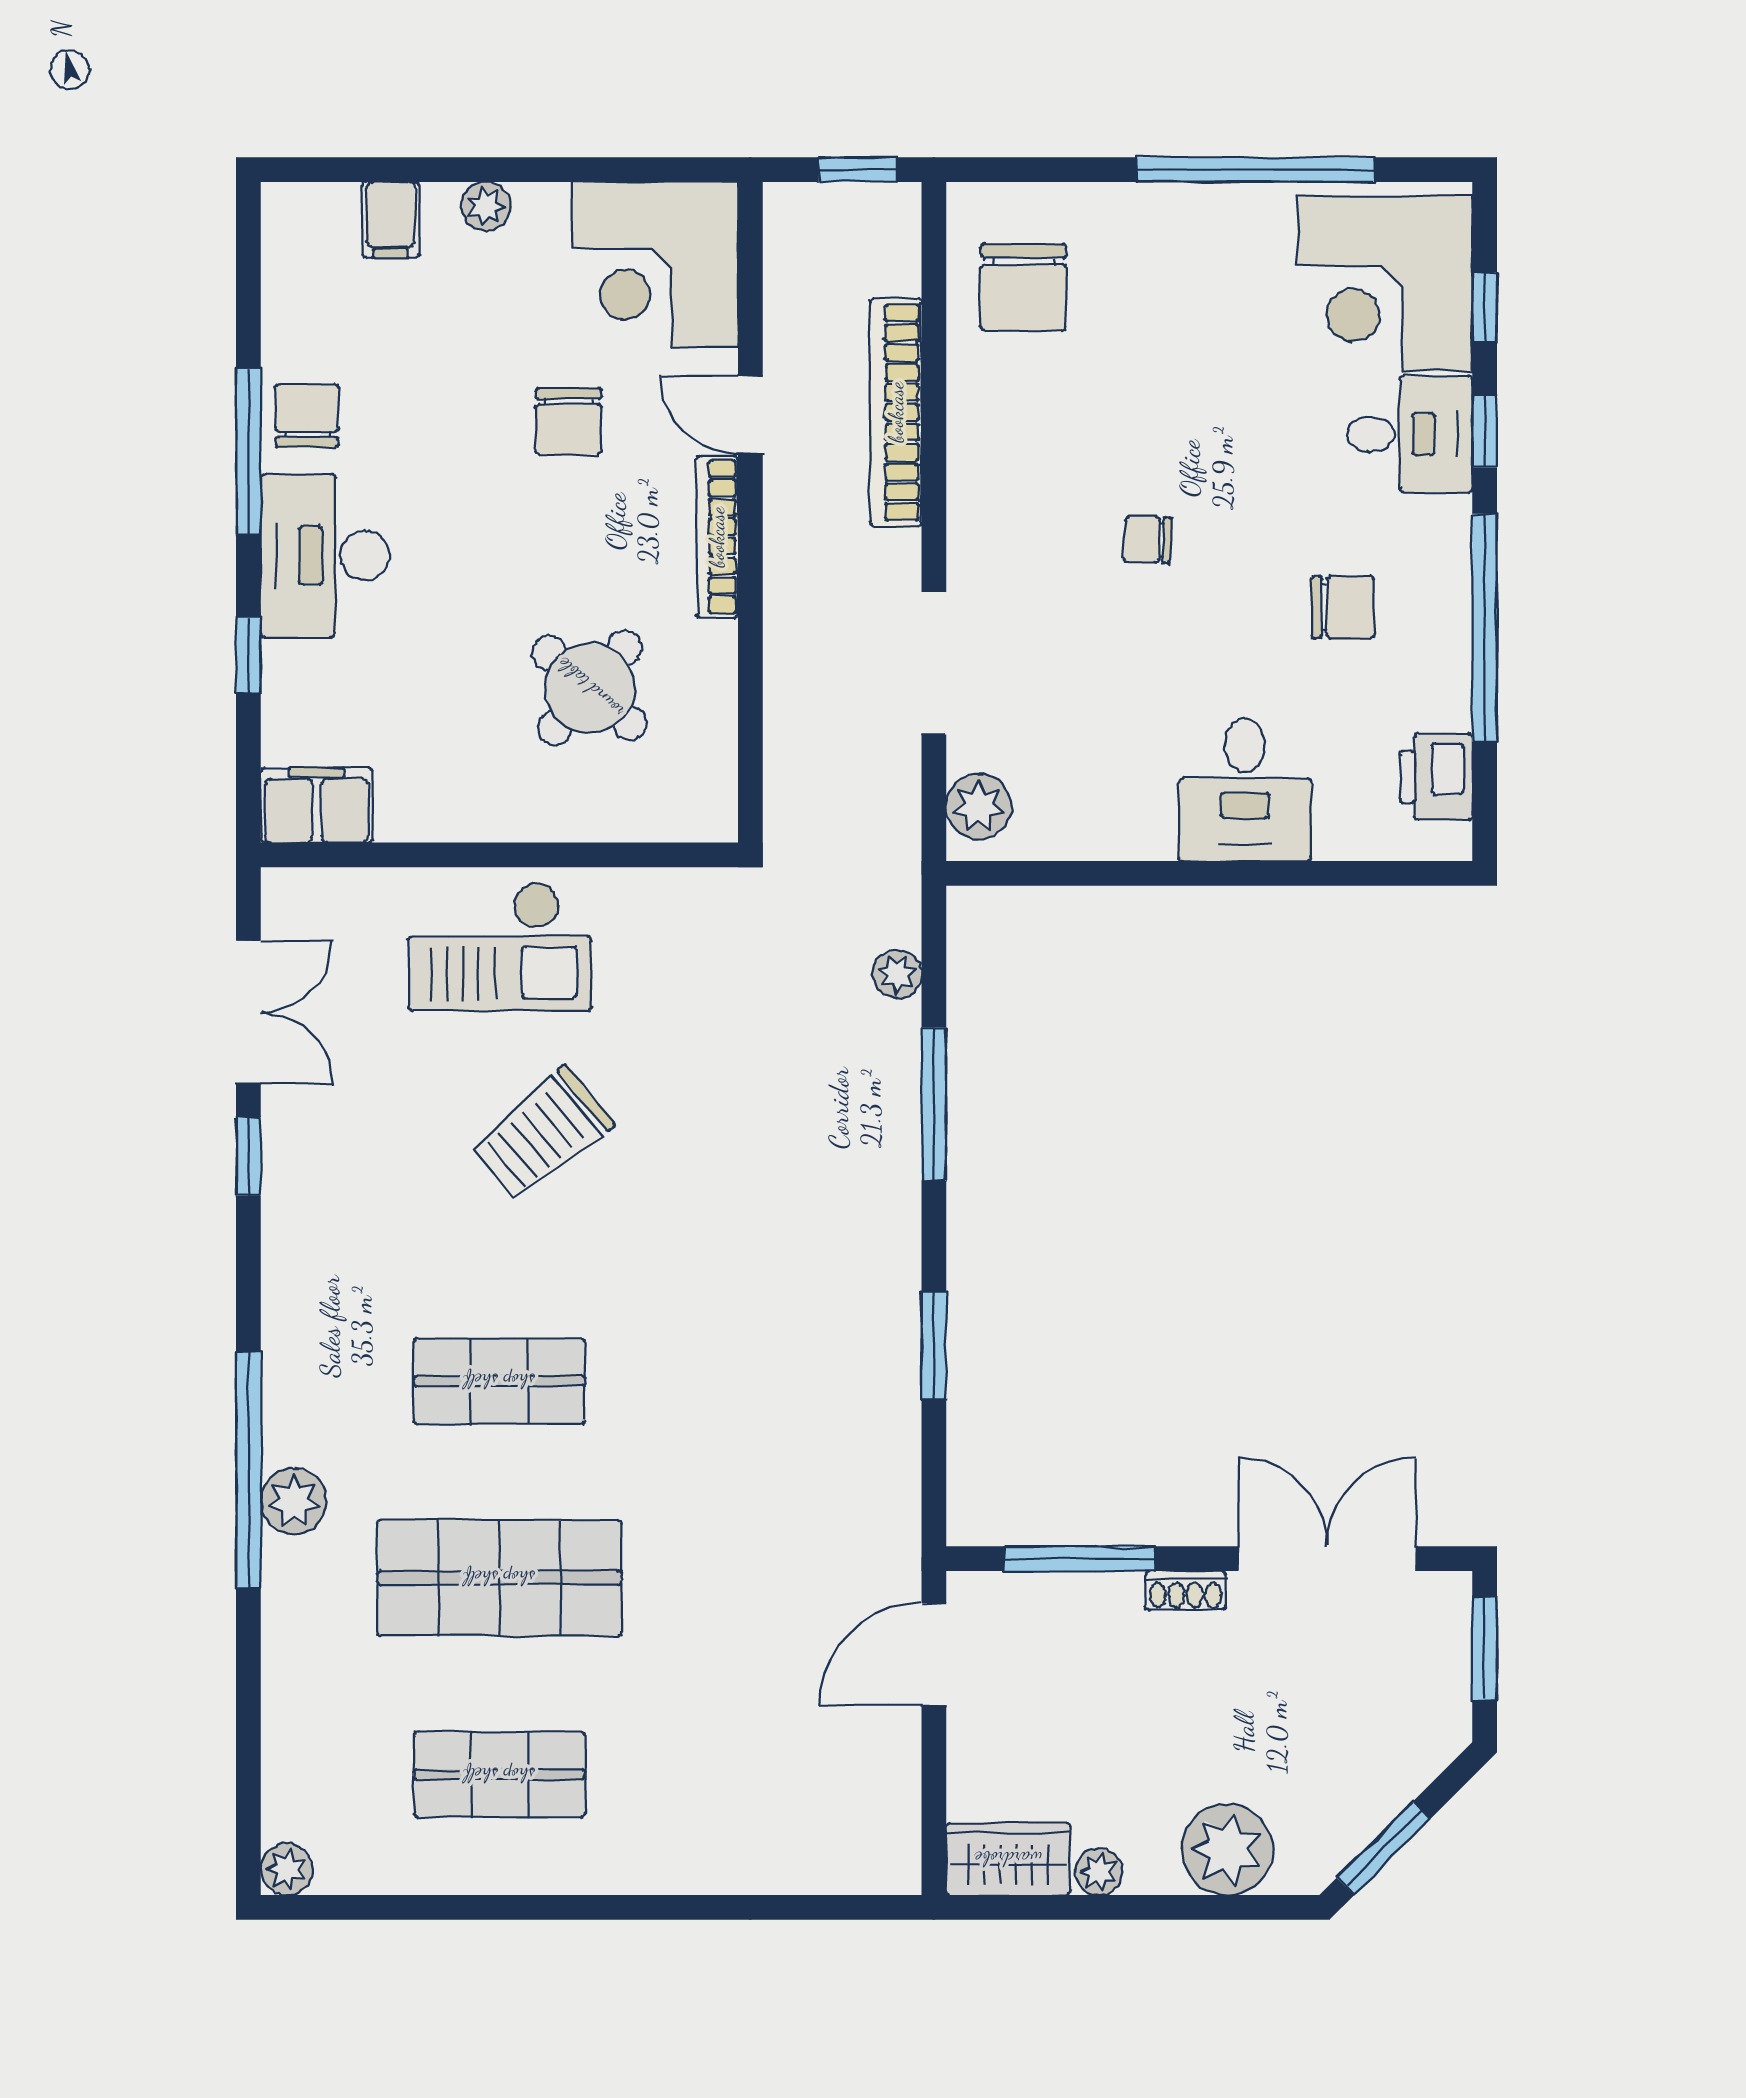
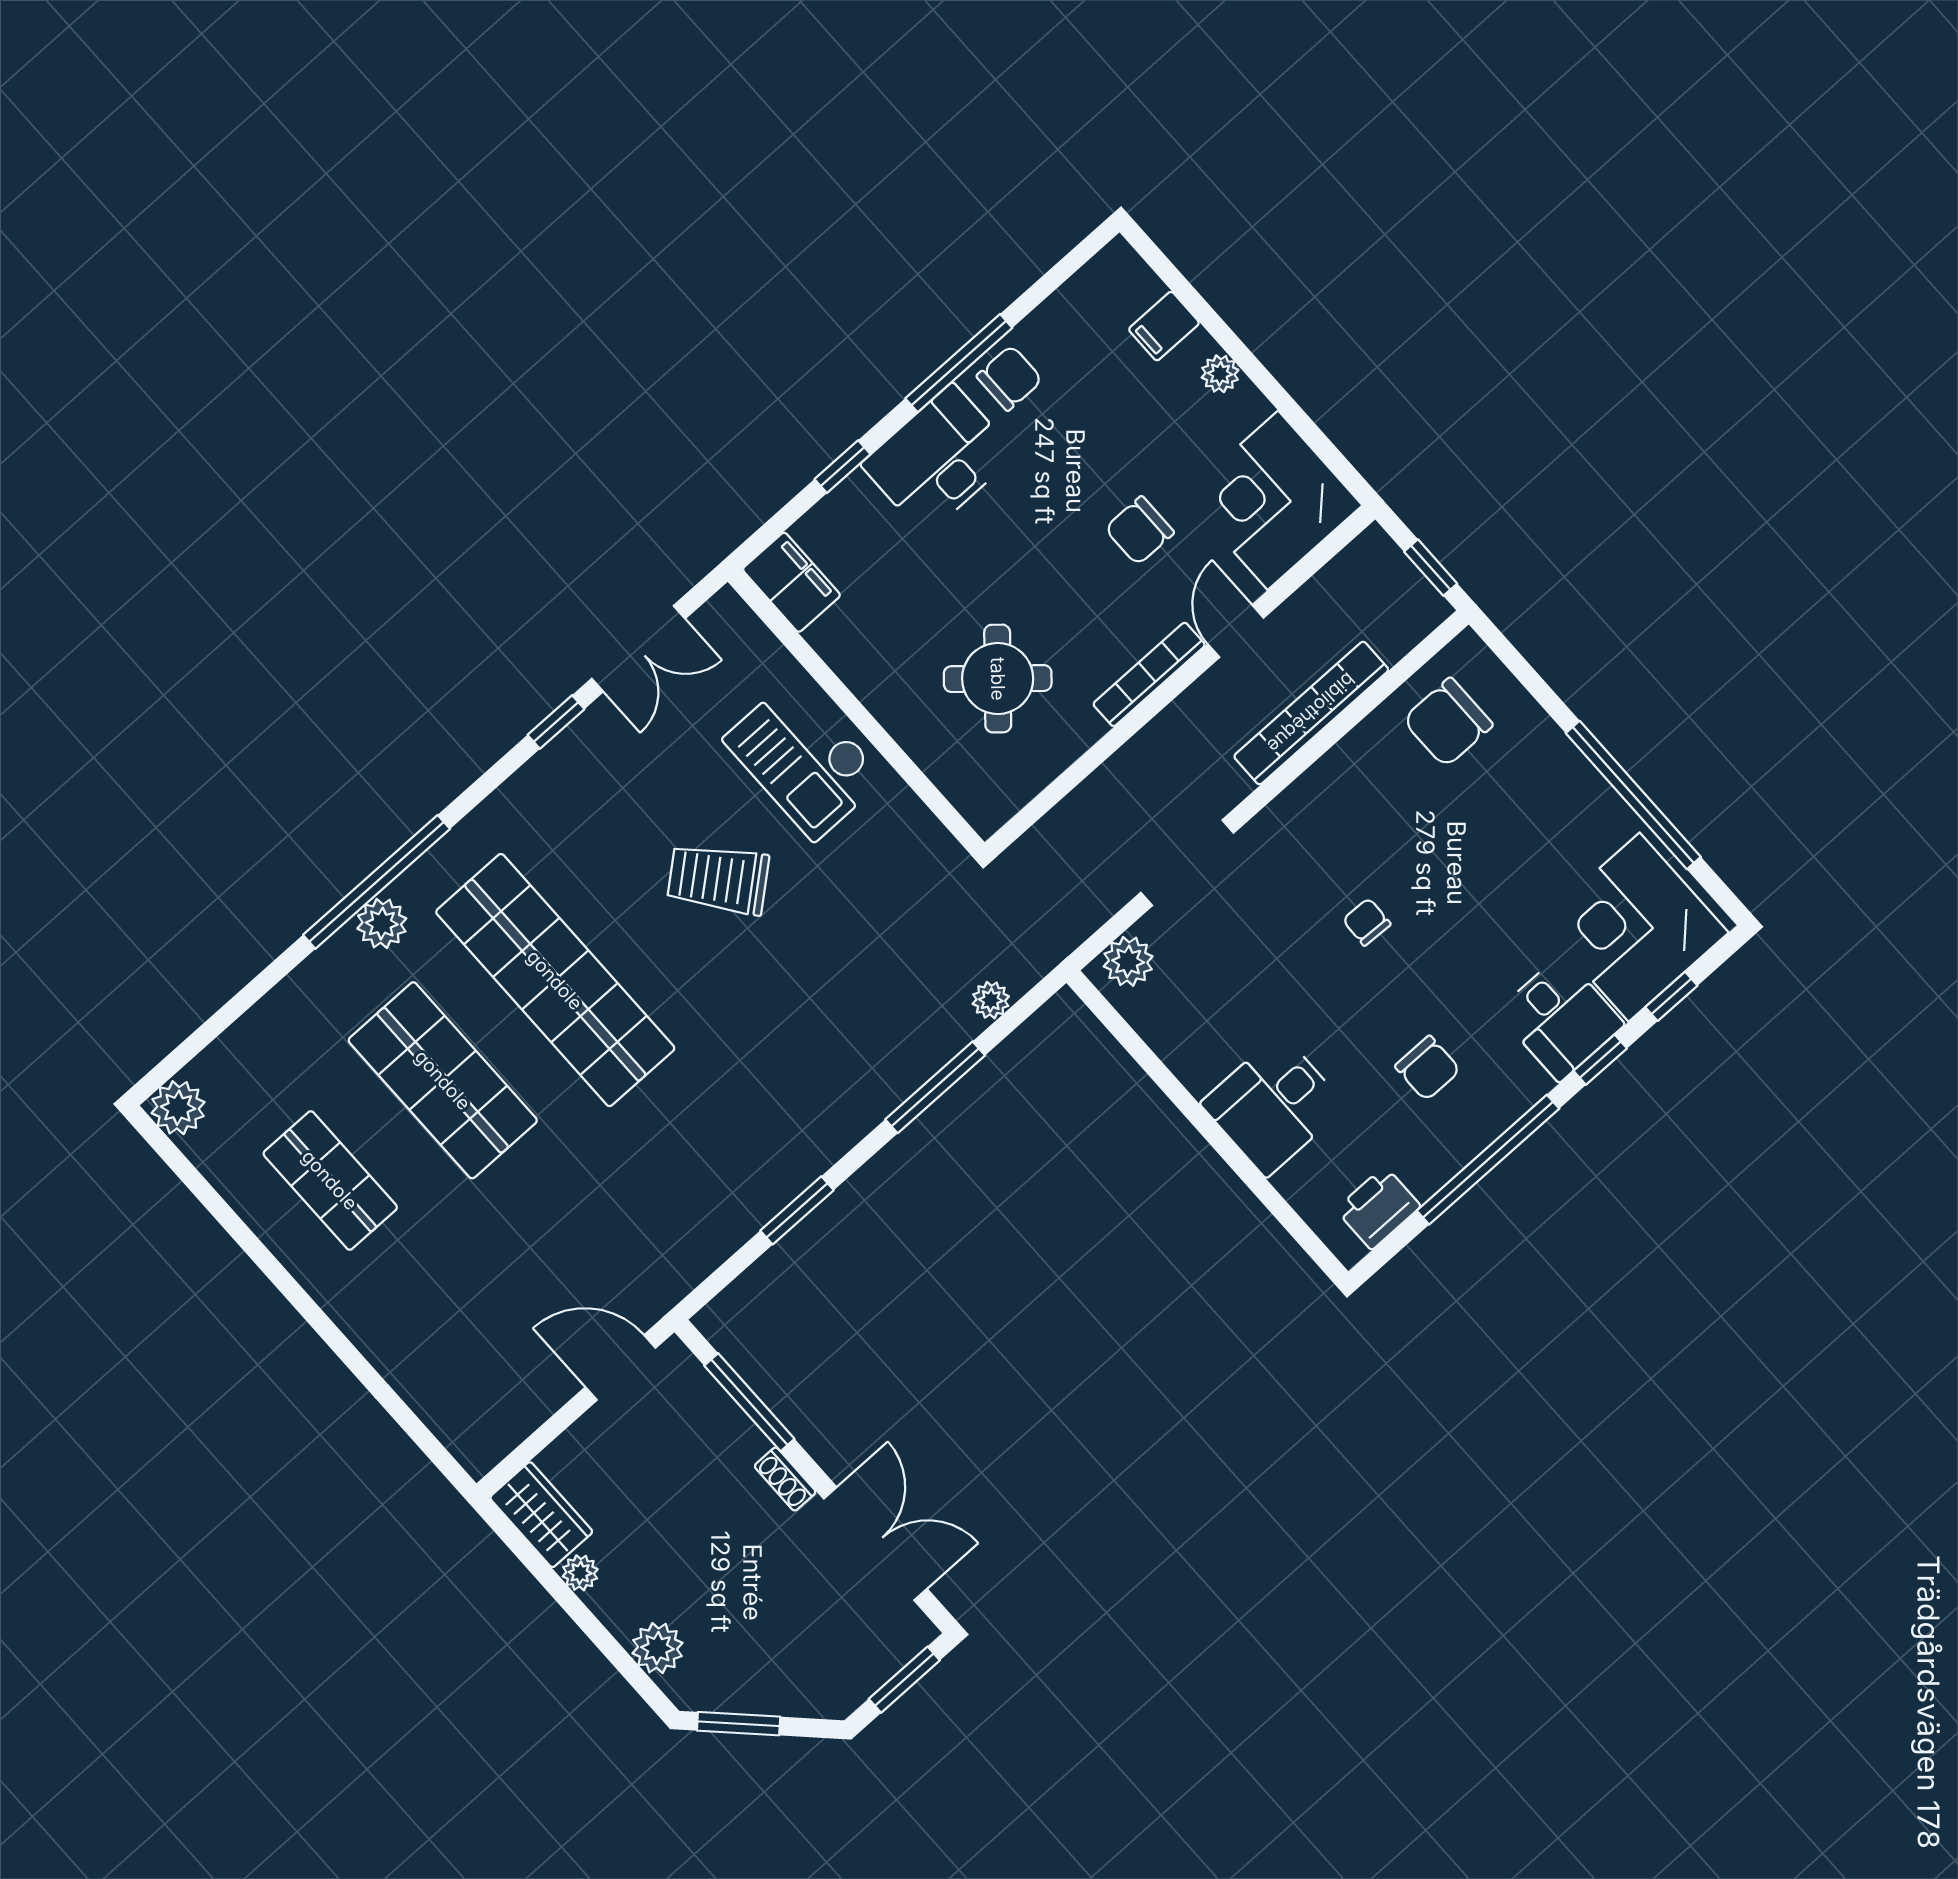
shop shelf: (499, 1381) -> (555, 980), width x2.00, depth x1.36
plant: (1227, 1850) -> (657, 1648), width x0.73, depth x0.73
plant: (287, 1869) -> (178, 1108), width x1.38, depth x1.38

